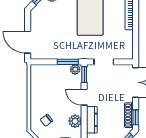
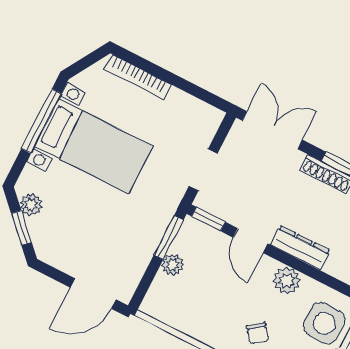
plant: (75, 69) -> (173, 265), moved
door: (84, 97) -> (250, 241), hinge flipped

